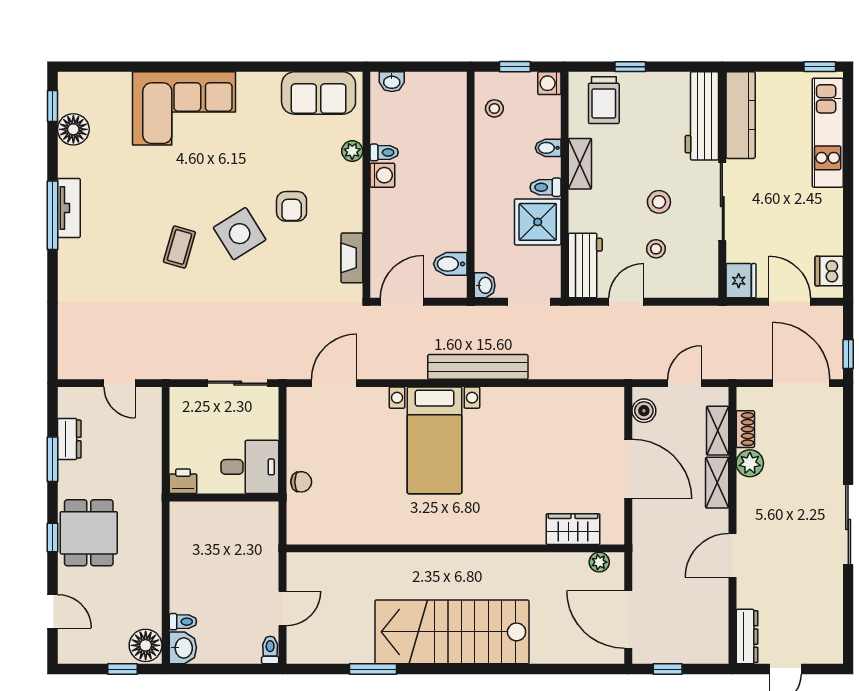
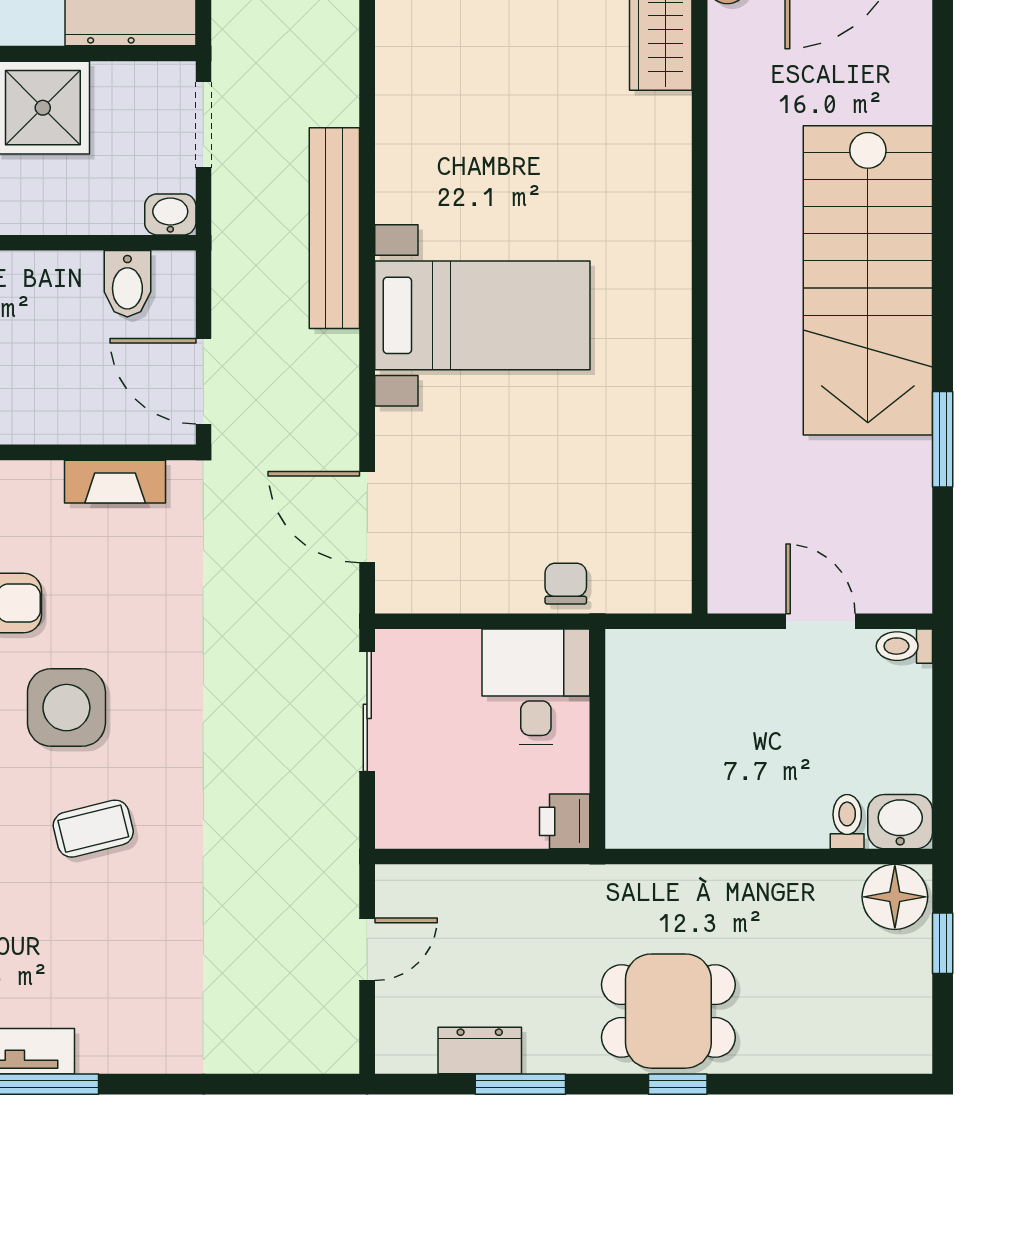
side table: (240, 234) -> (66, 708), turned 32
coffee table: (179, 247) -> (93, 829), turned -30
door: (52, 611) -> (826, 1084), removed

